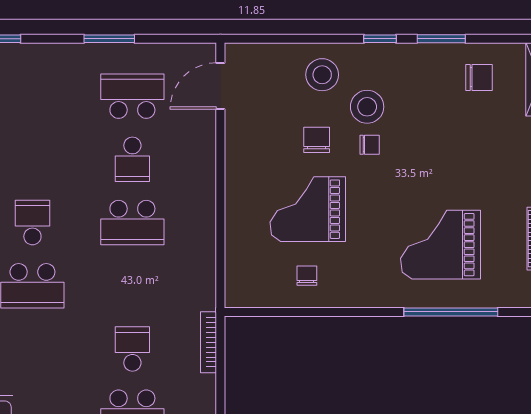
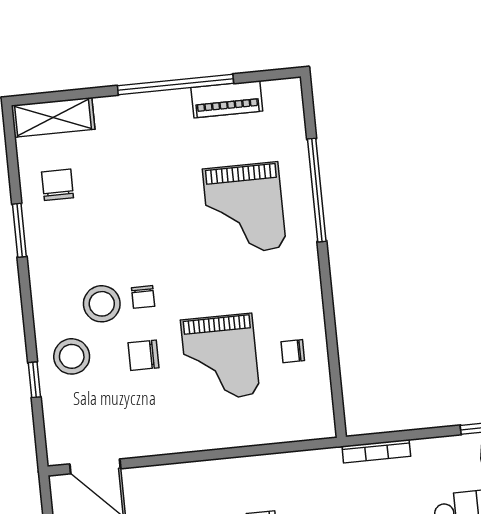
window: (380, 39) -> (34, 380), moved
chair: (370, 145) -> (143, 297), turned 180

